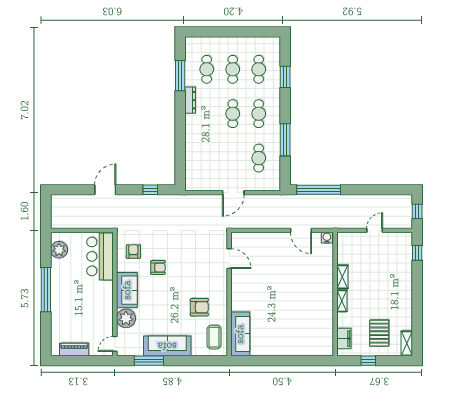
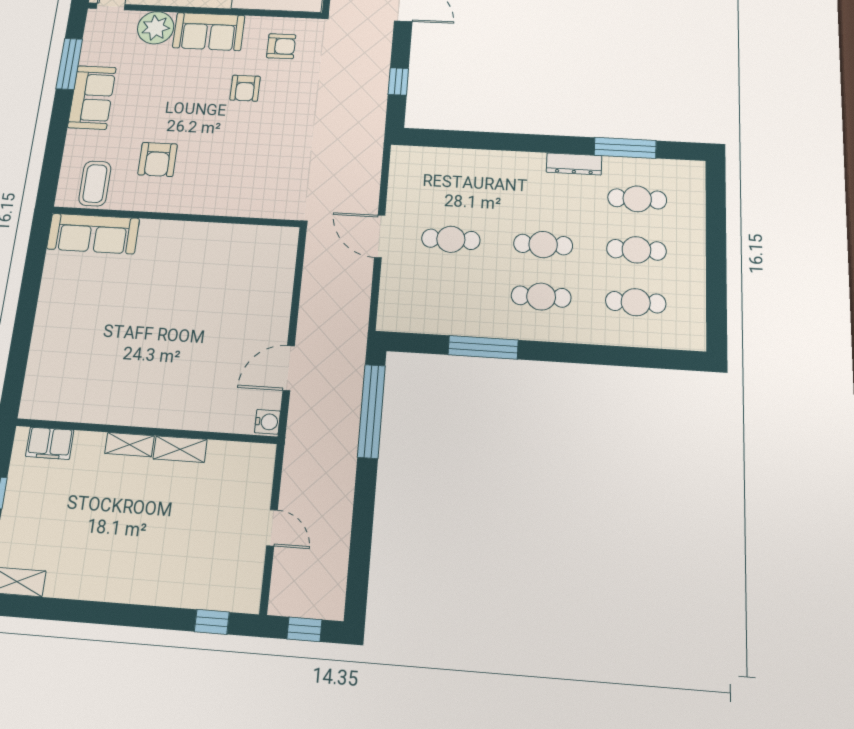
window: (285, 77) -> (619, 356), removed
cafe table: (259, 158) -> (451, 239), moved
door: (229, 259) -> (247, 221), removed
pallet: (379, 333) -> (49, 521), removed
coffee table: (214, 337) -> (95, 184), turned 90
sofa: (167, 346) -> (92, 97), width x0.73

